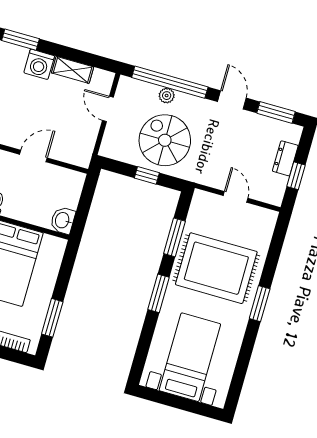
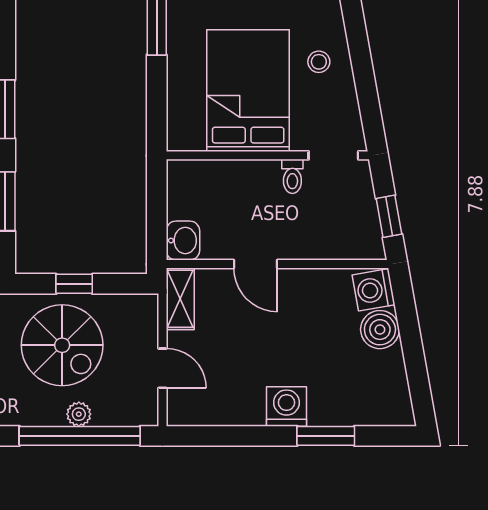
shelving: (73, 70) -> (180, 299), moved, turned 90
door: (33, 156) -> (256, 264), hinge flipped
washbasin: (63, 220) -> (183, 241), moved

